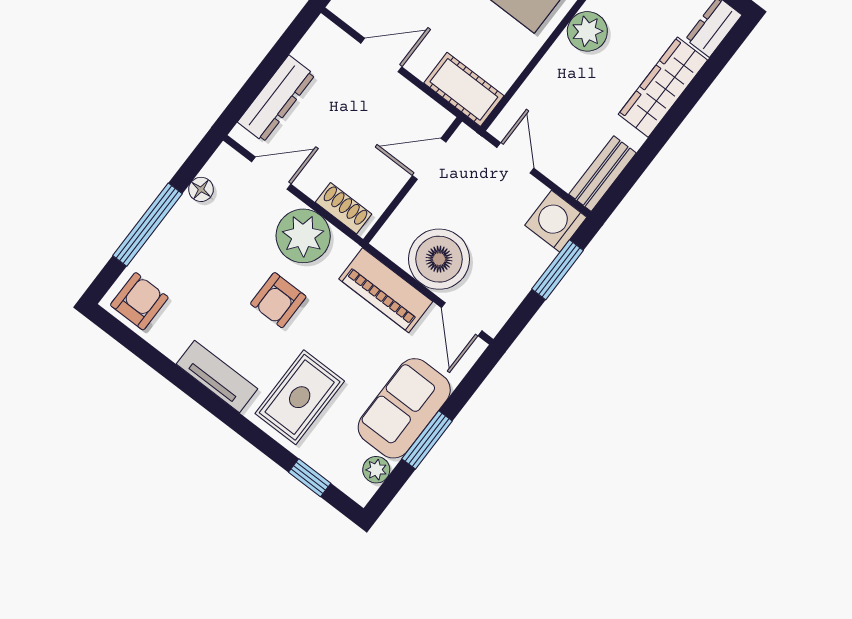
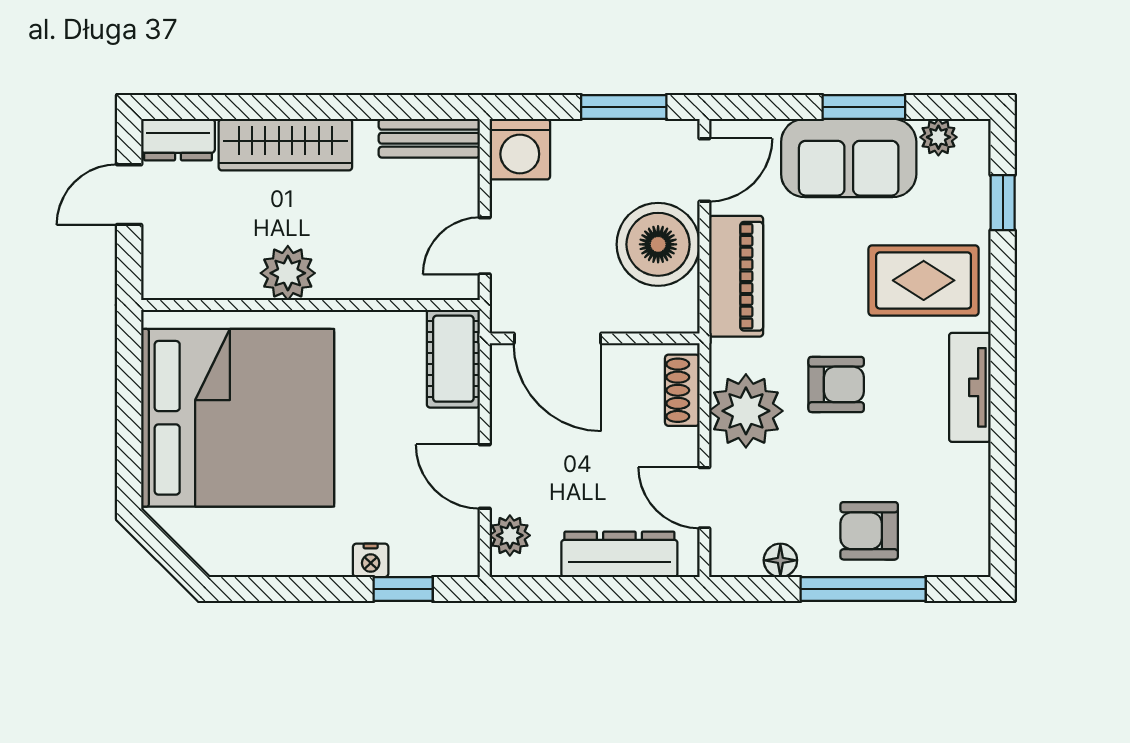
plant: (336, 43) -> (510, 535), added
door: (429, 159) -> (557, 338), width x1.38
window: (558, 270) -> (624, 107), moved
armchair: (139, 301) -> (869, 531), moved

